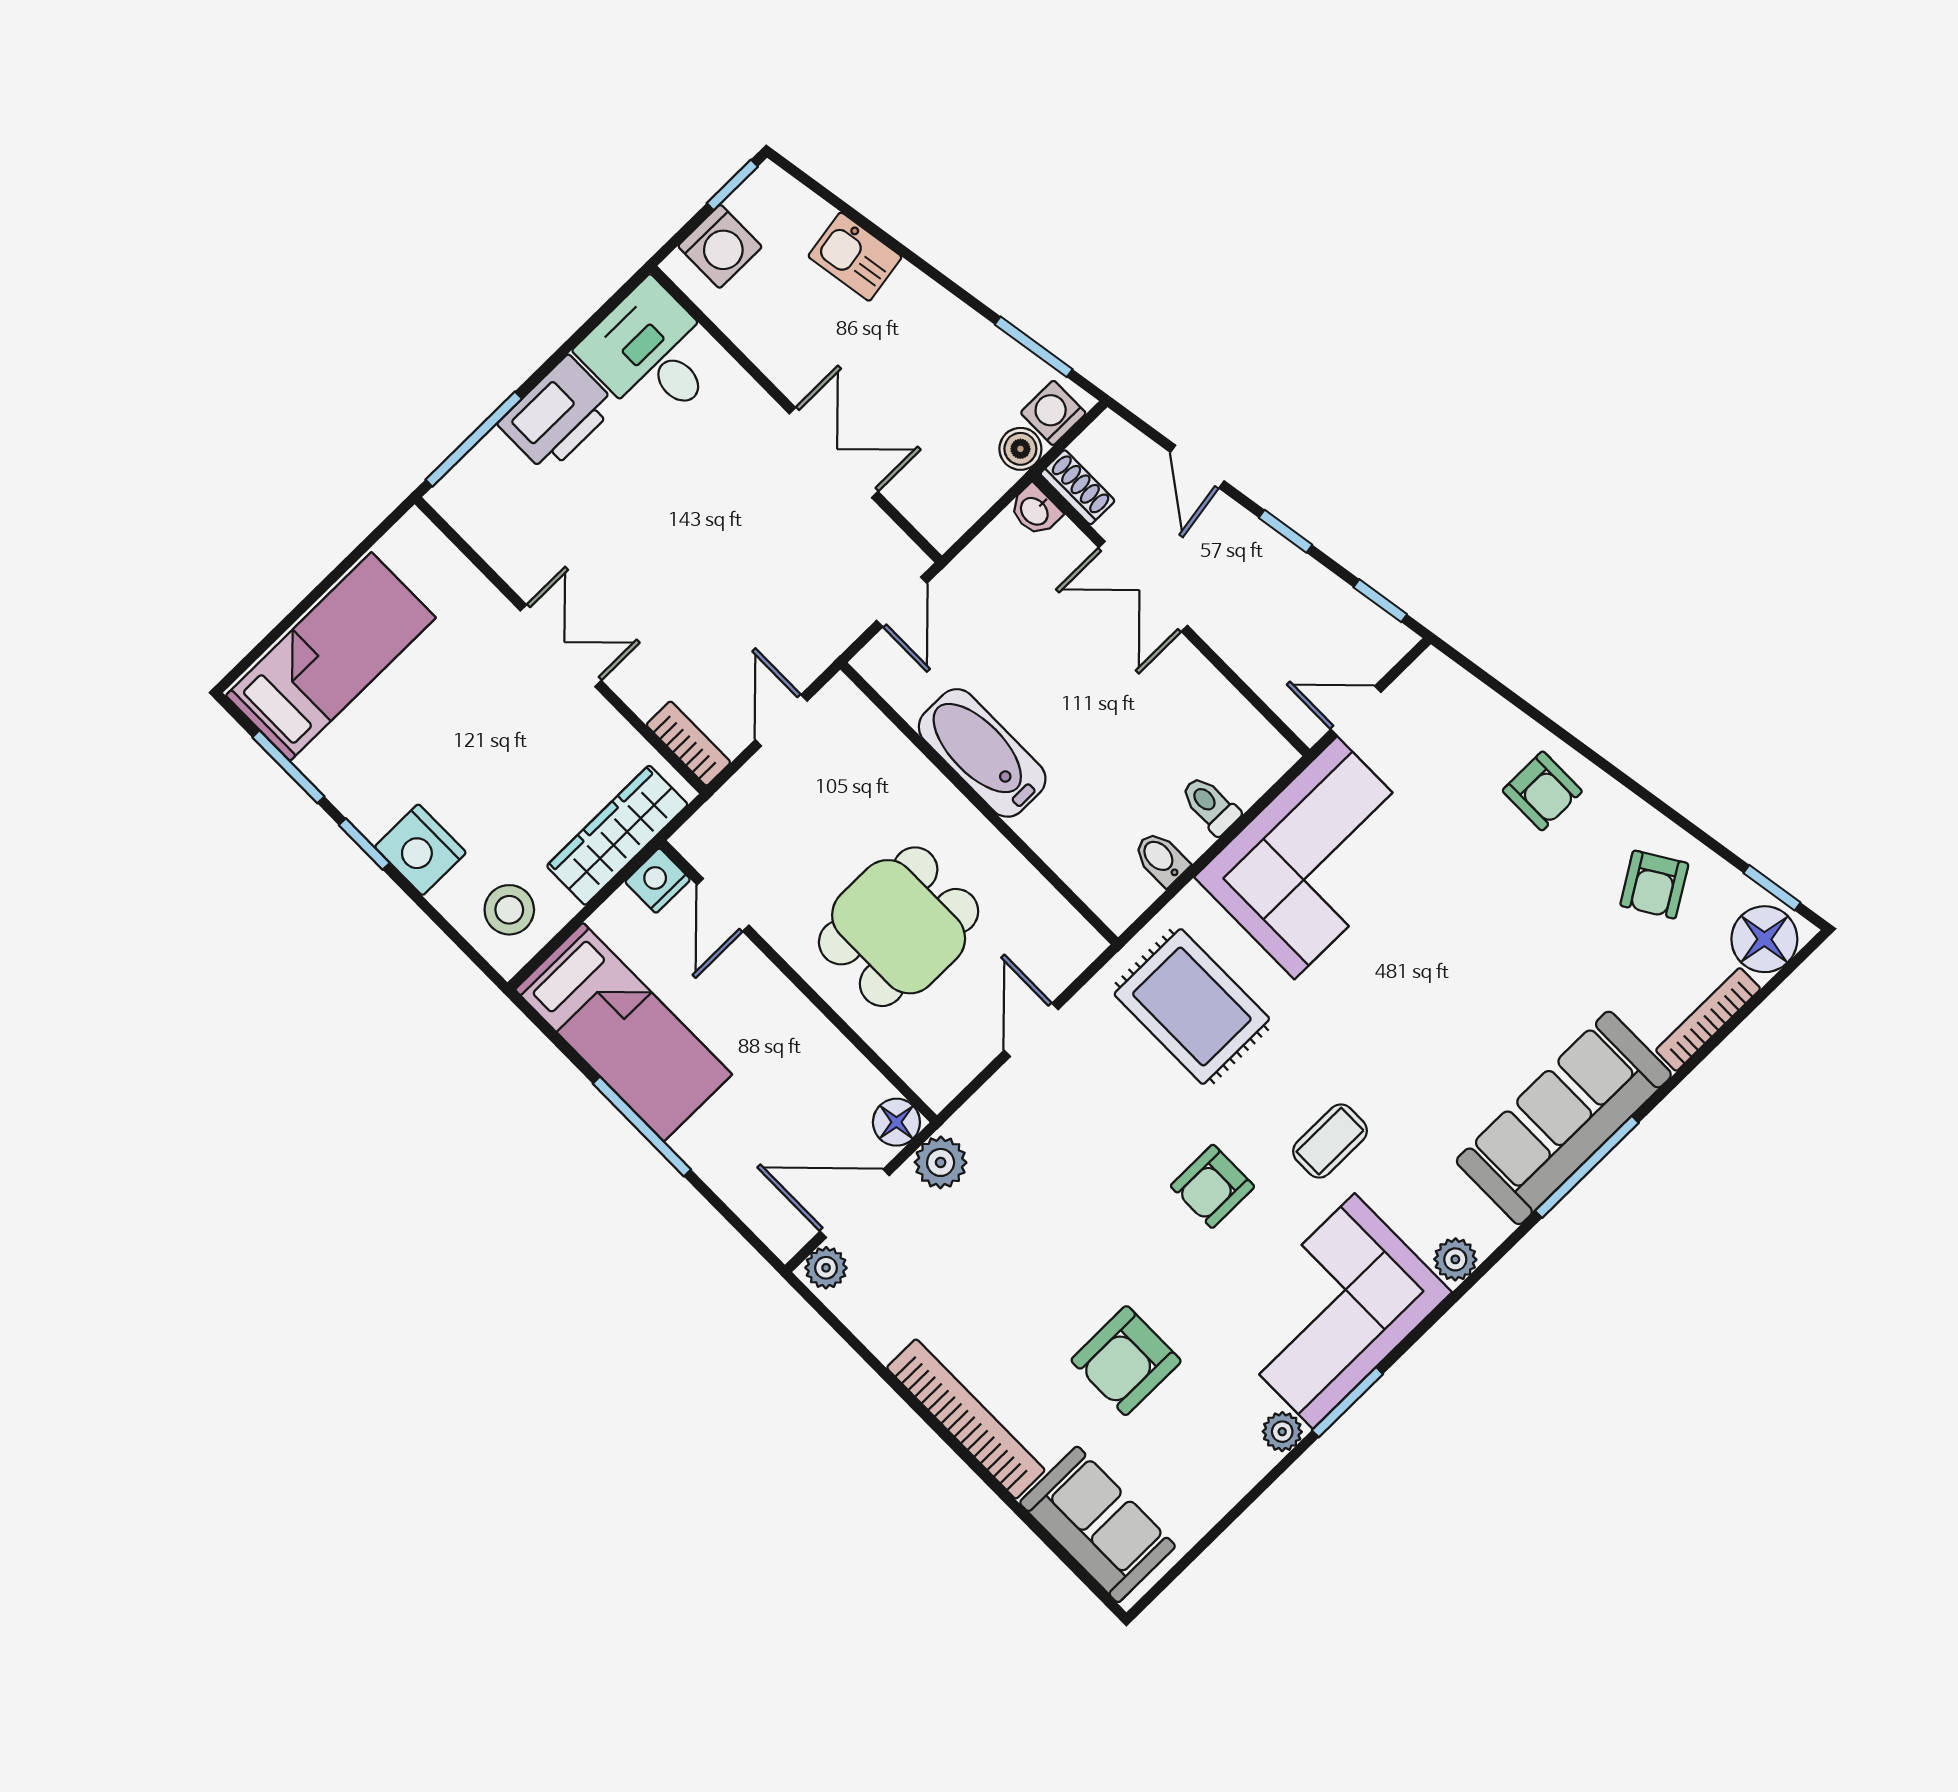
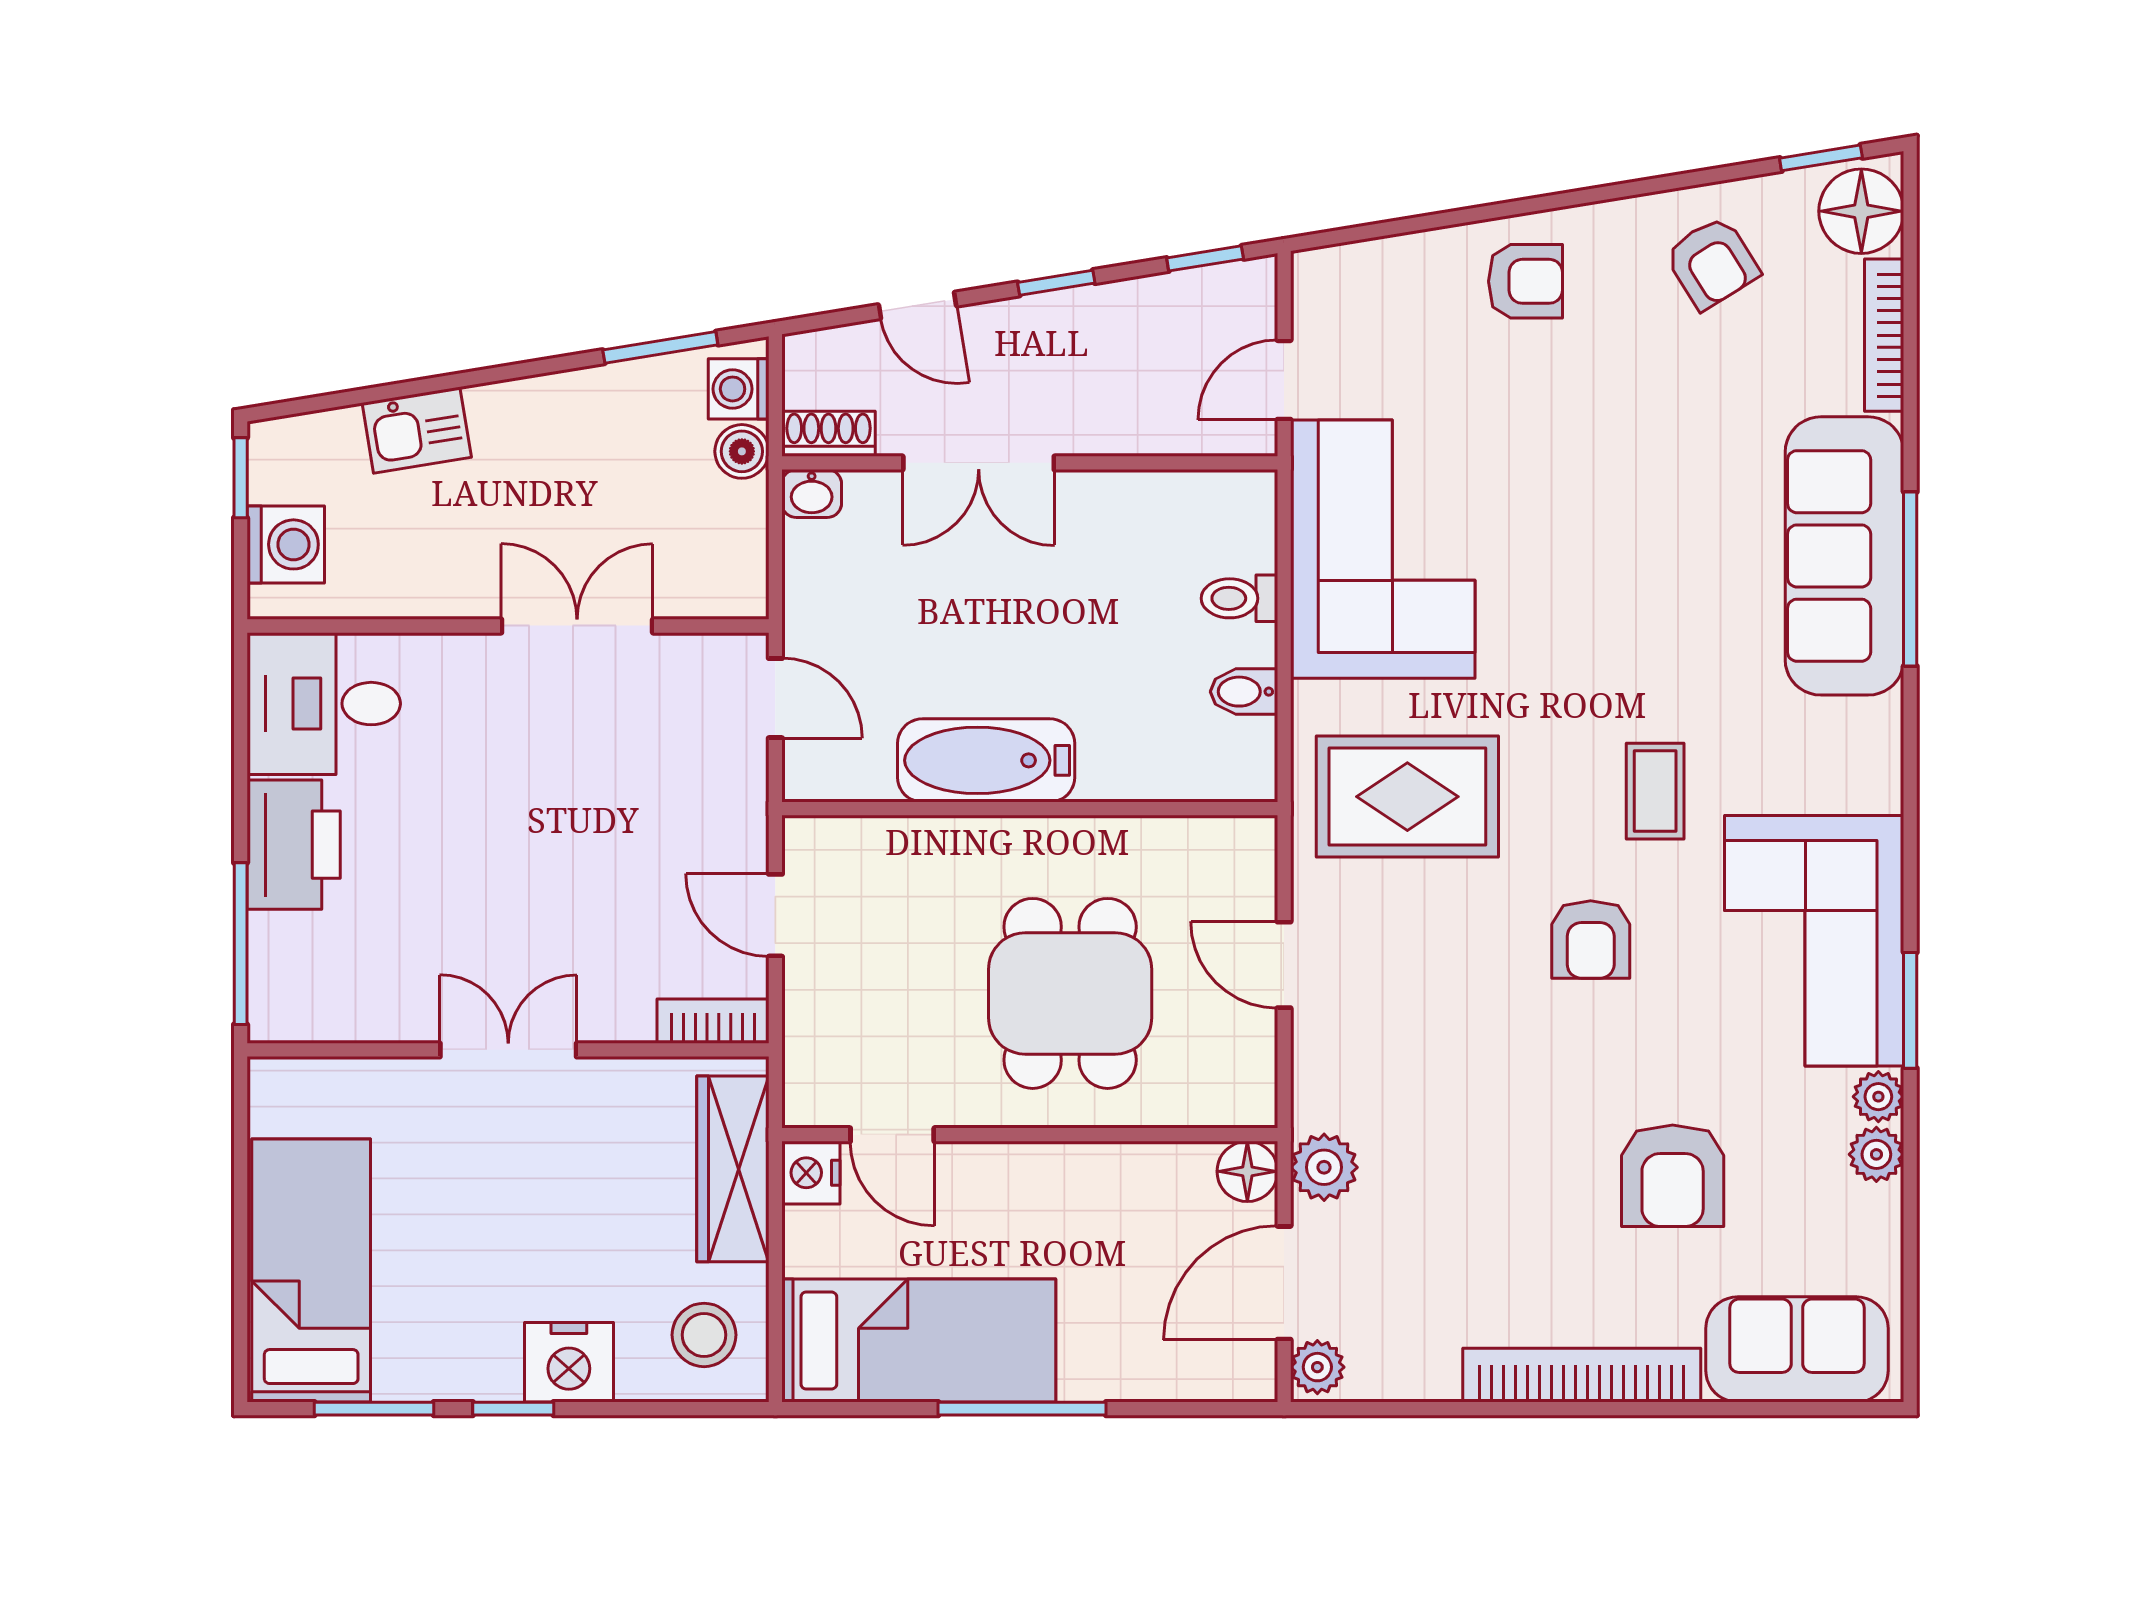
plant: (1455, 1259) -> (1876, 1154), moved

